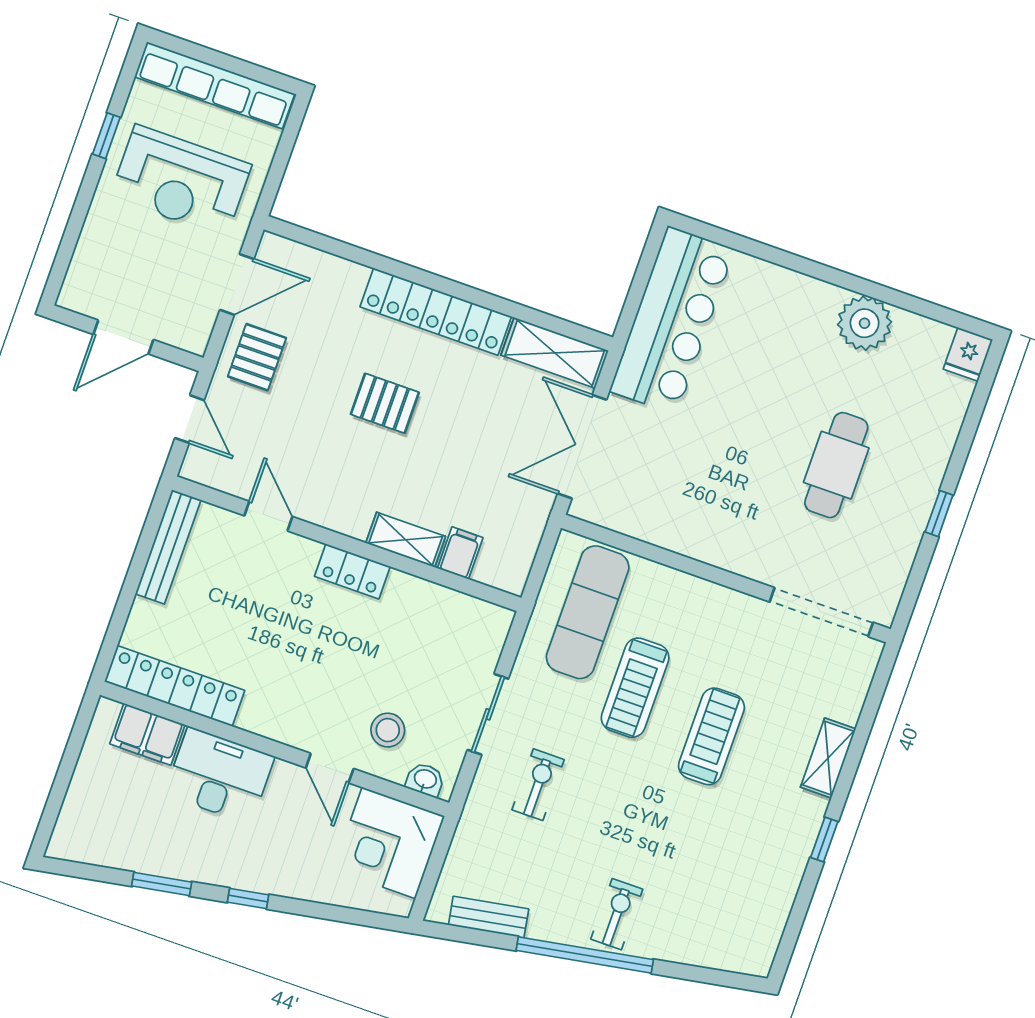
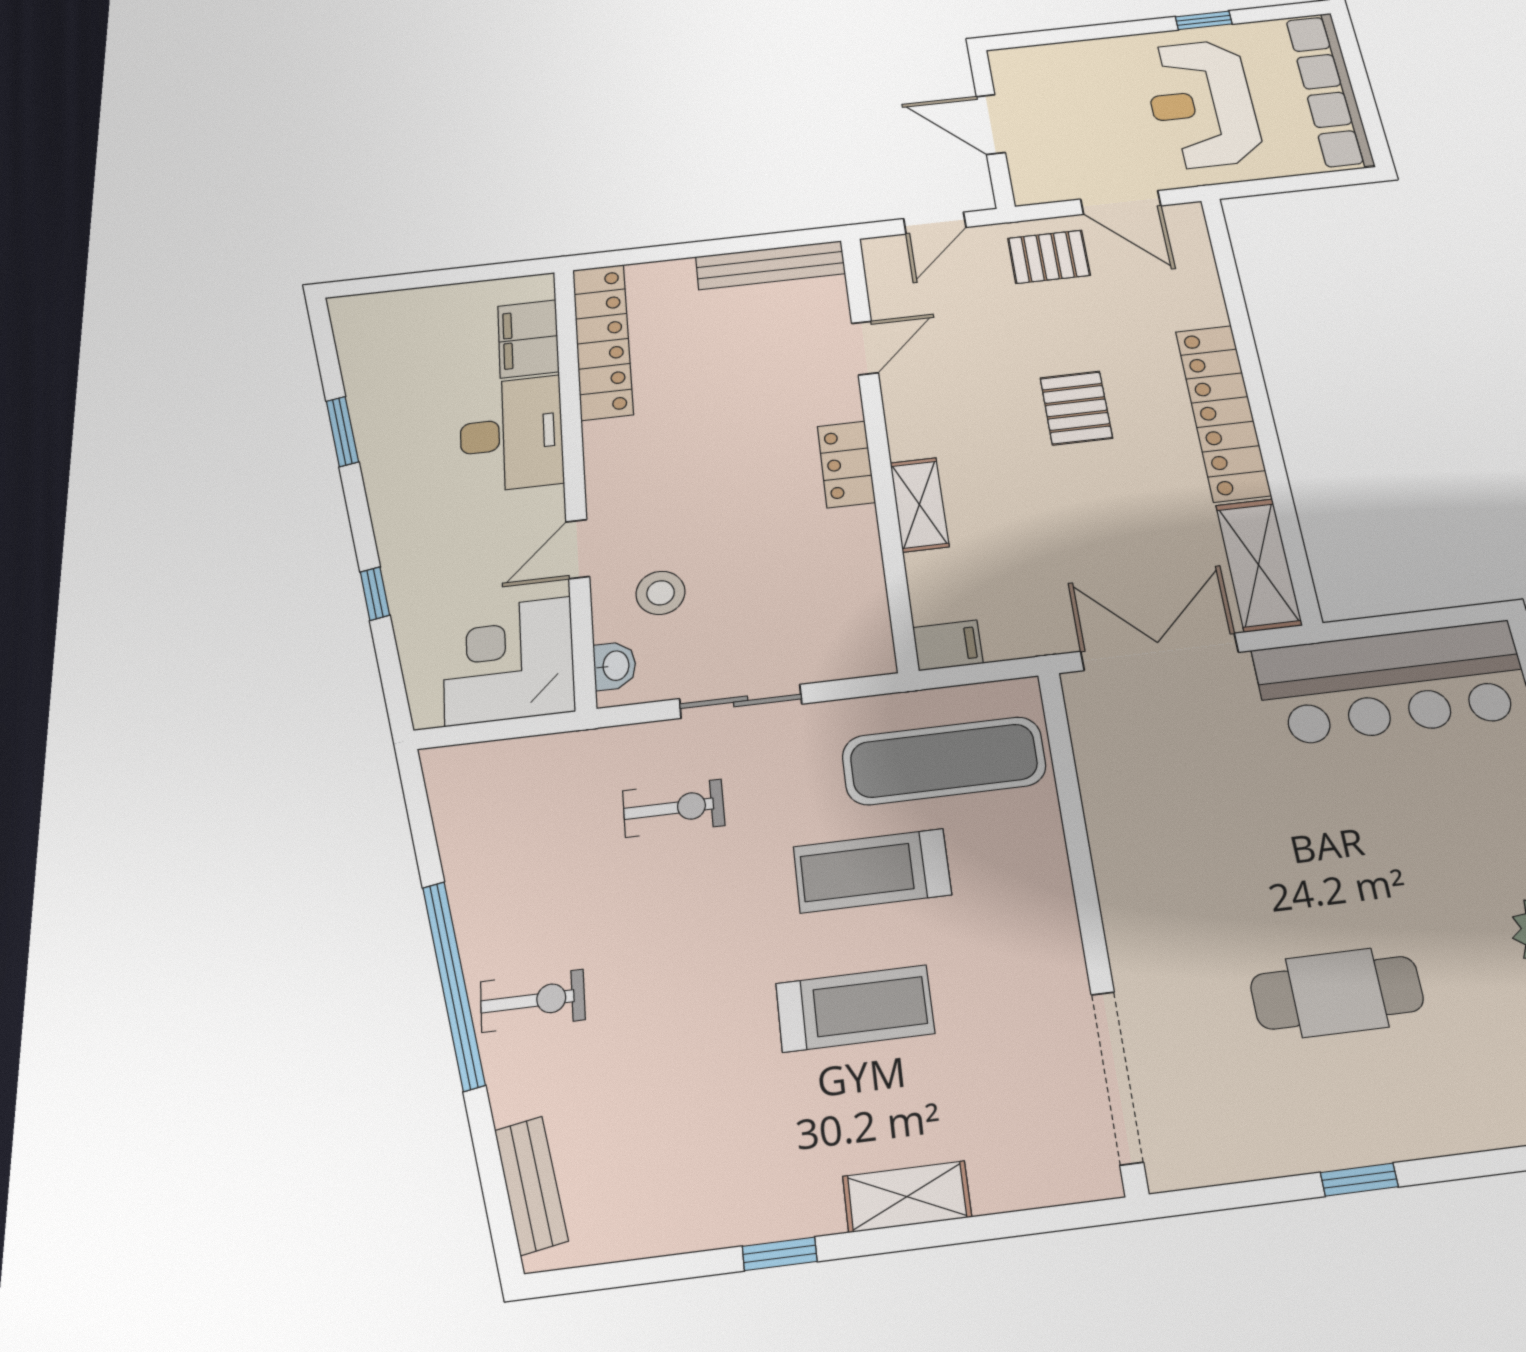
filing cabinet: (460, 553) -> (948, 645), moved
window: (248, 899) -> (375, 594), moved
bench: (489, 917) -> (531, 1185), moved

